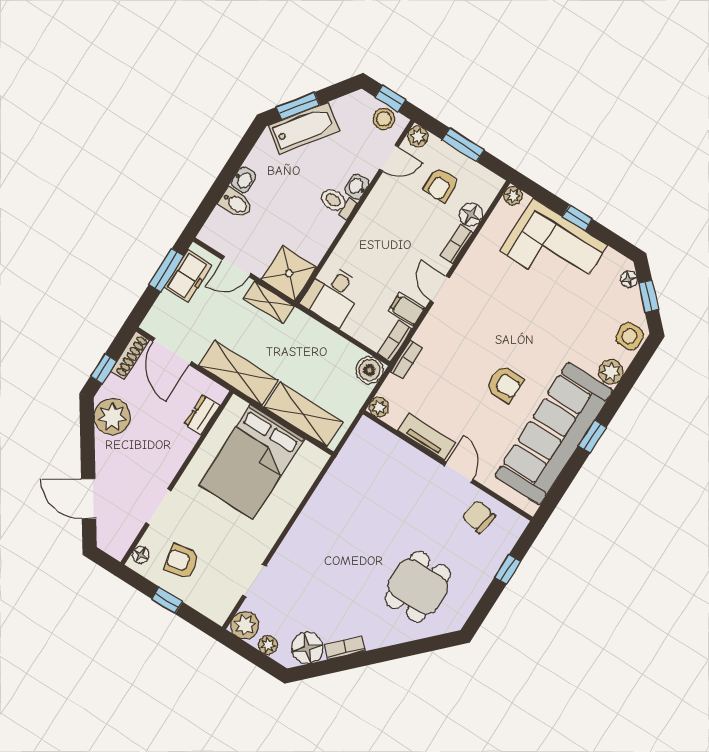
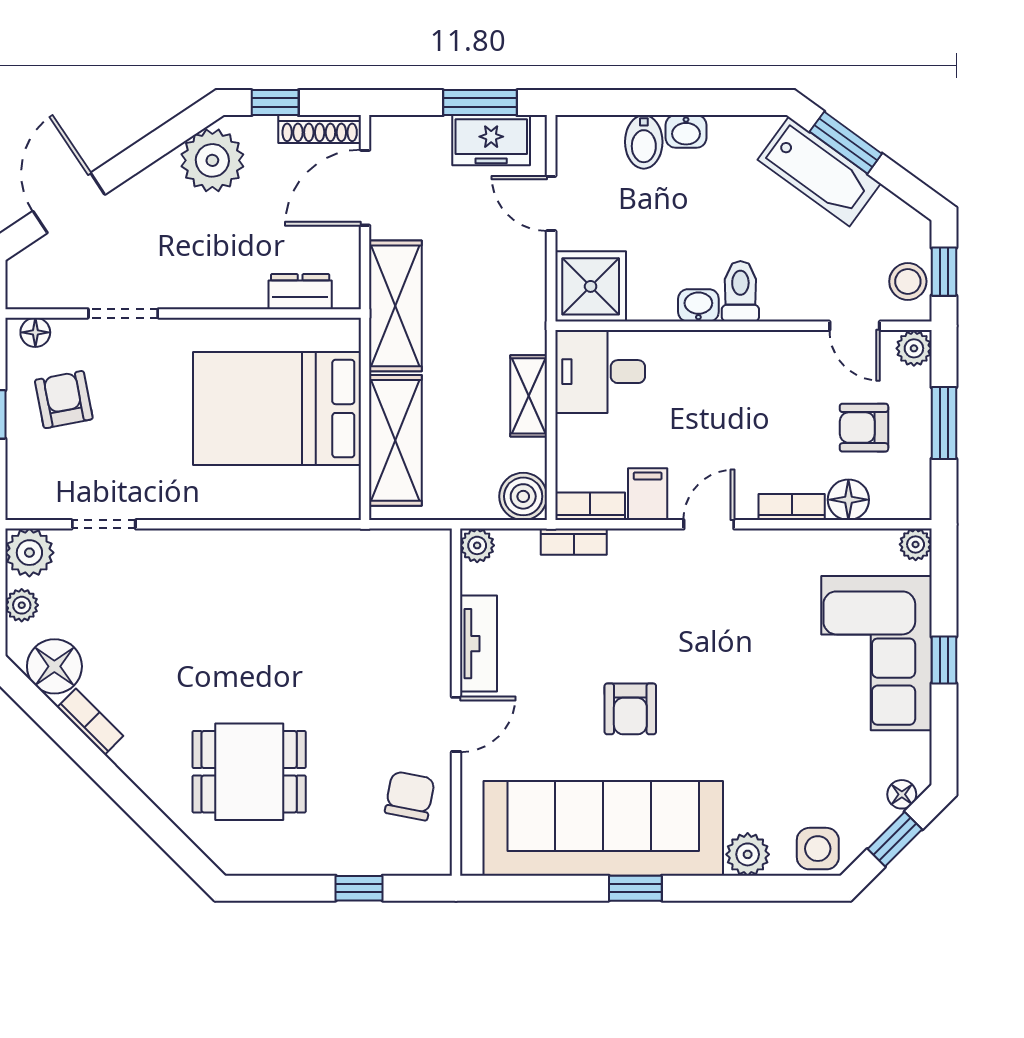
washbasin: (357, 187) -> (698, 305), moved
shelving: (269, 302) -> (529, 396), moved

